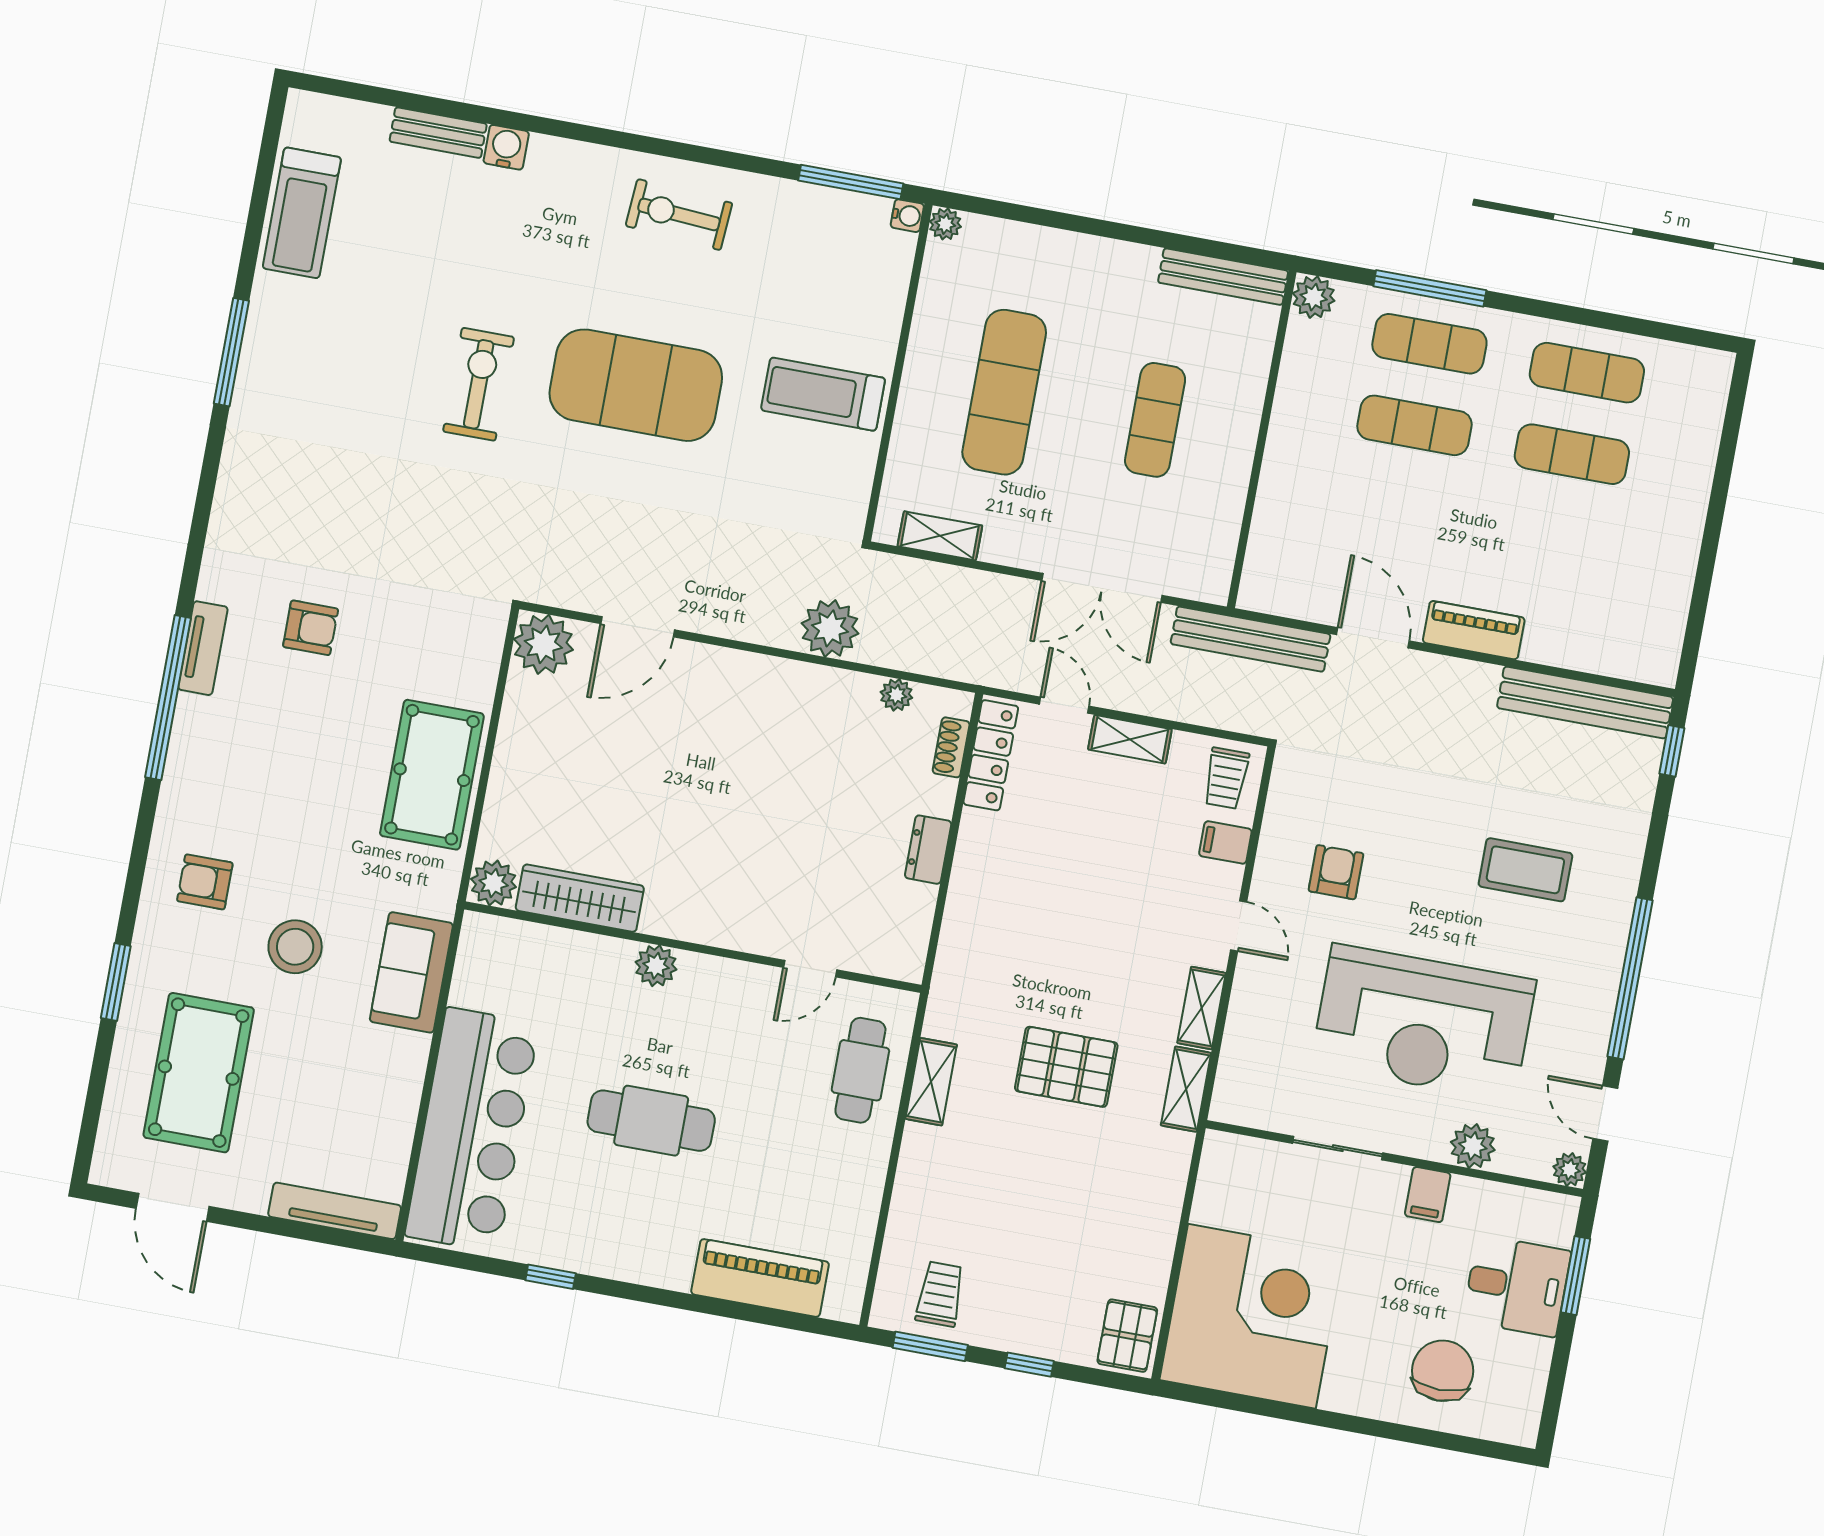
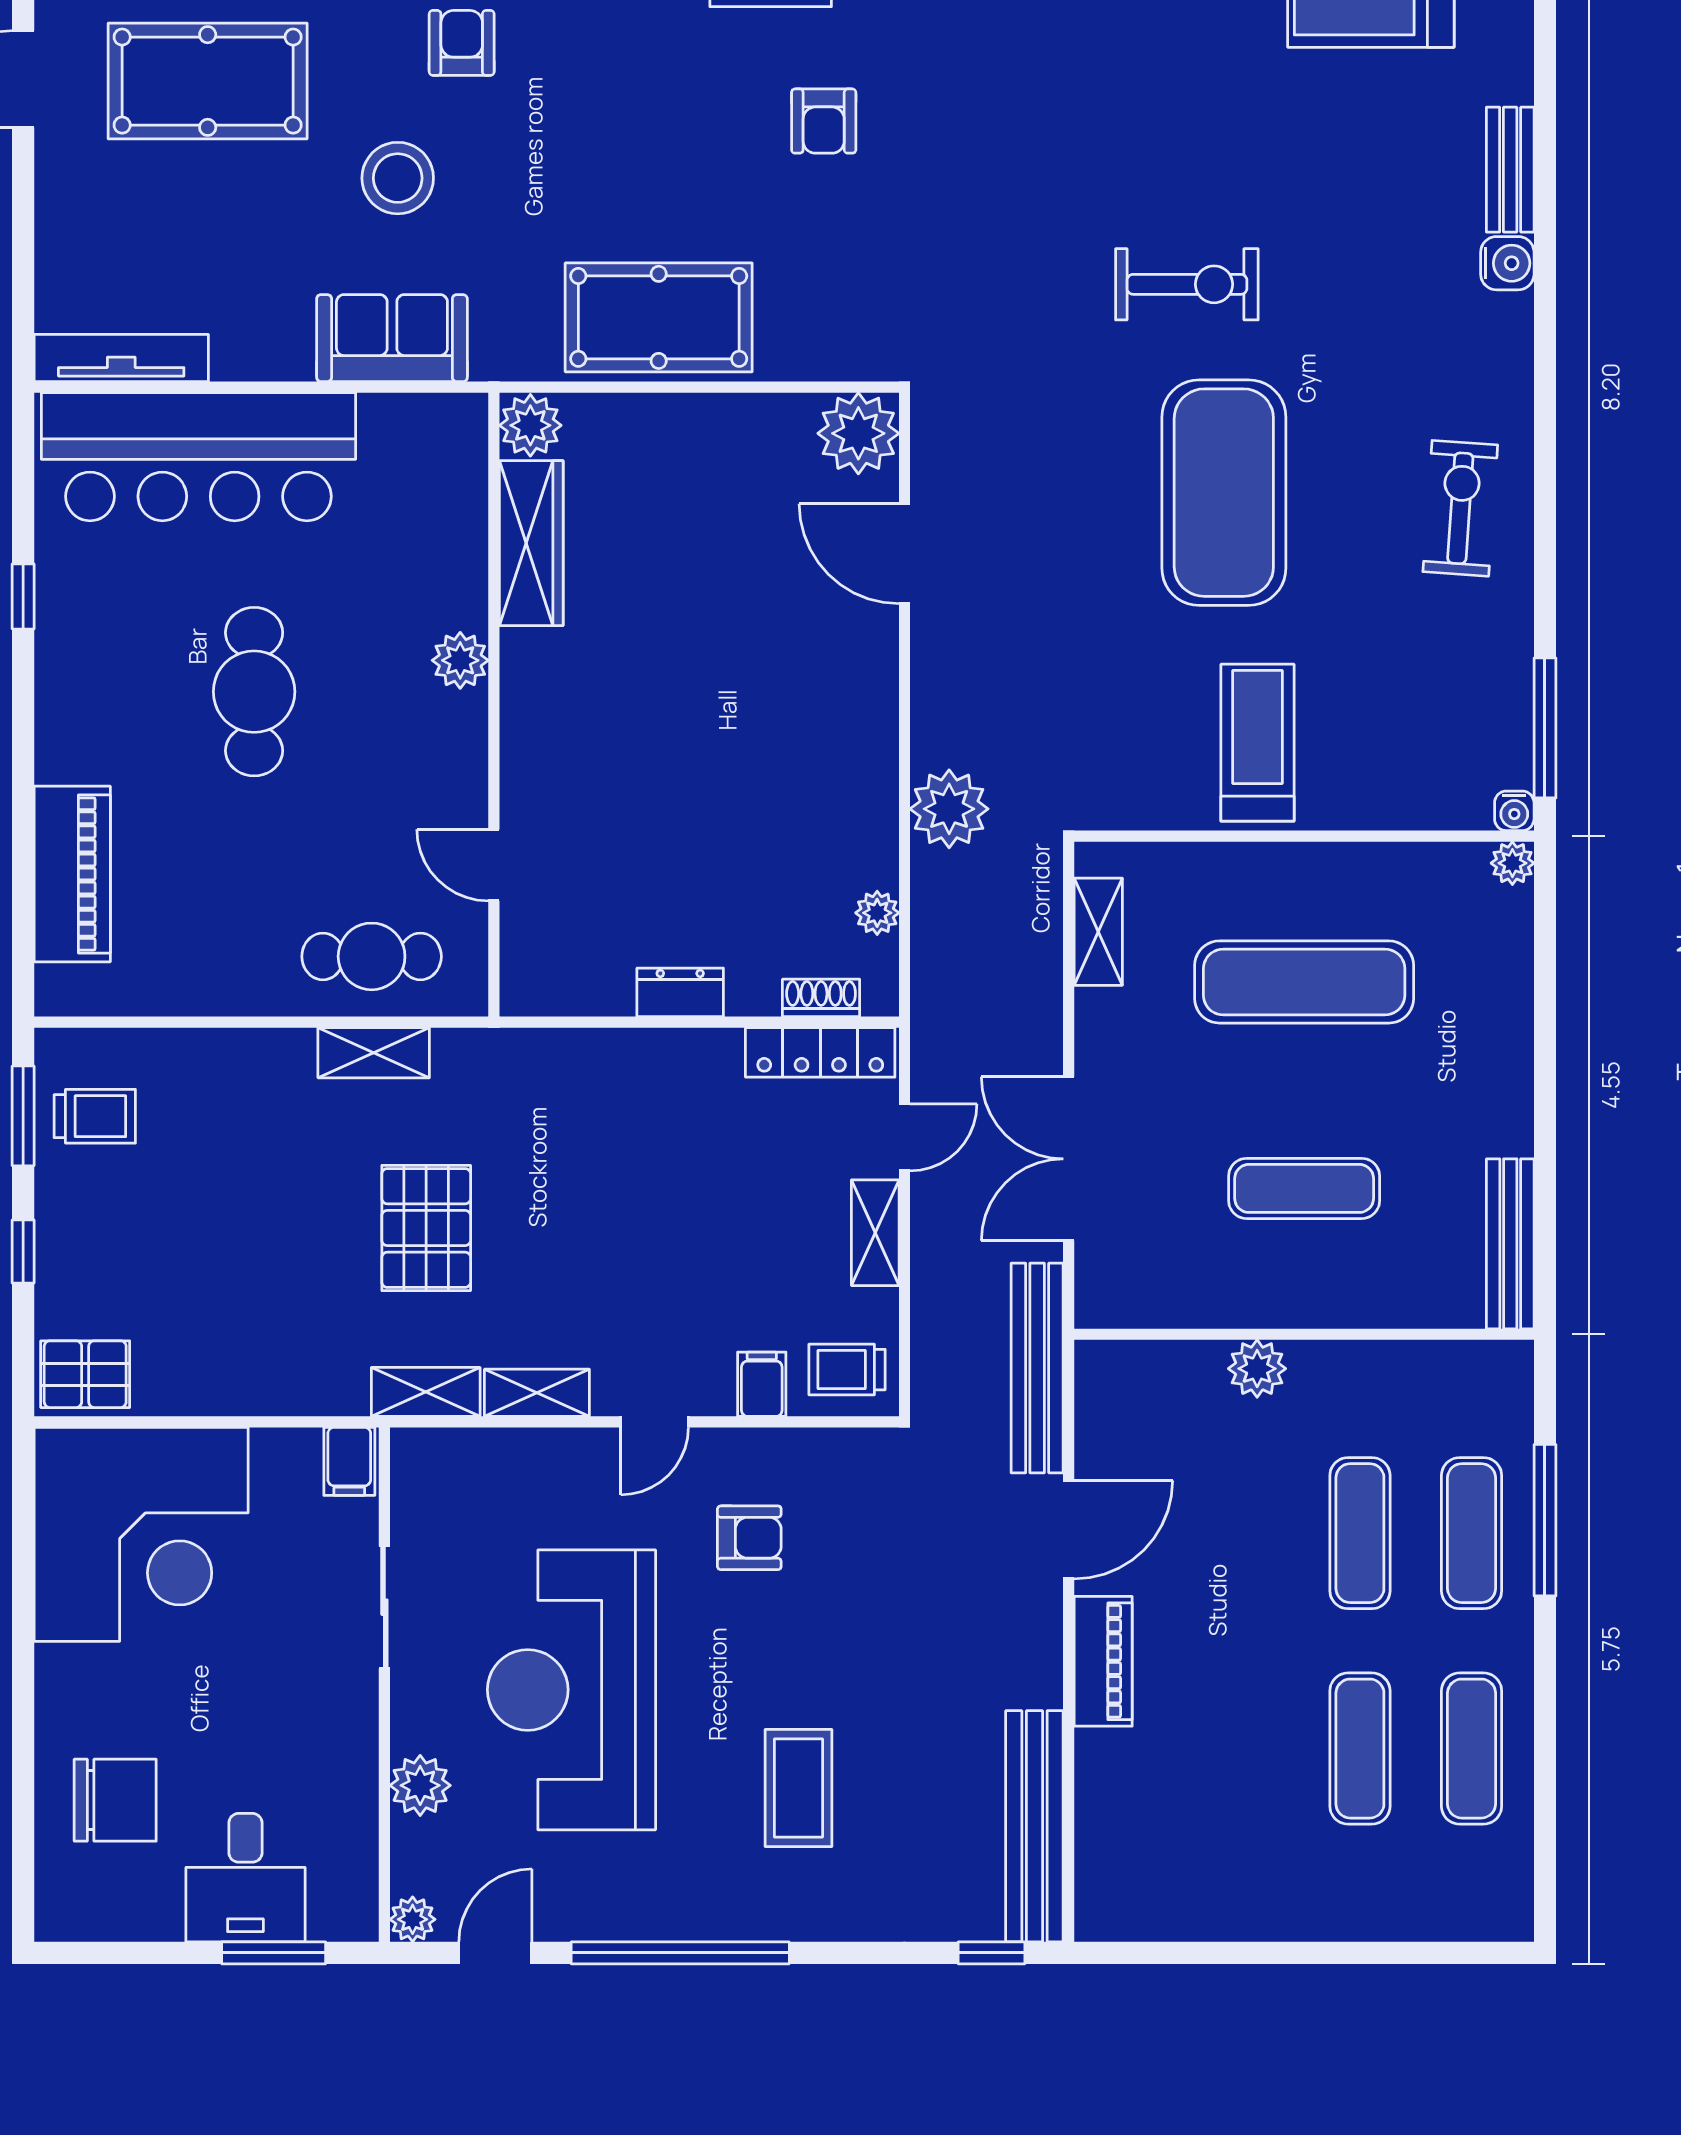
plant: (1314, 297) -> (1257, 1369), moved
filing cabinet: (1428, 1195) -> (349, 1461), moved, turned -90
tv unit: (335, 1211) -> (121, 358), moved, turned -90

